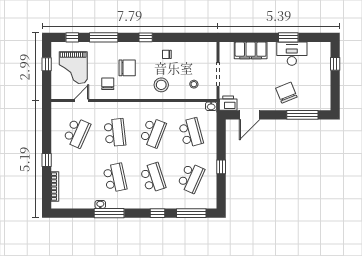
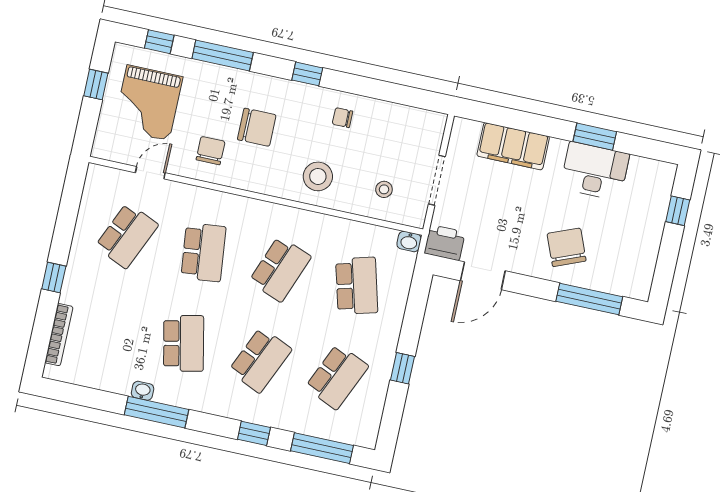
school desk: (153, 178) -> (260, 360), turned 42

